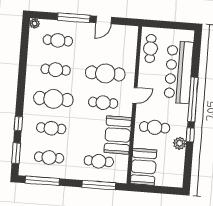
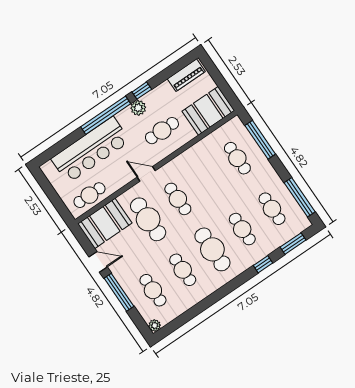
cafe table: (155, 127) -> (162, 131), turned 90
booth: (118, 135) -> (105, 224), moved
plant: (180, 143) -> (138, 108), moved
piano: (177, 171) -> (186, 75), added

